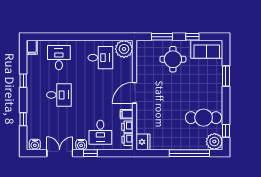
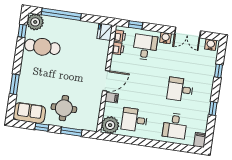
filing cabinet: (127, 114) -> (112, 98), moved
window: (90, 153) -> (136, 25), moved

